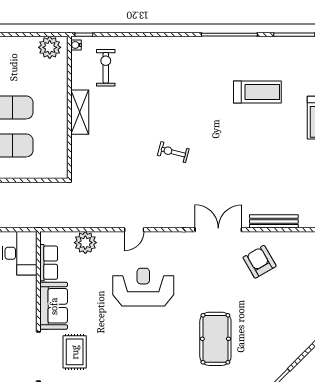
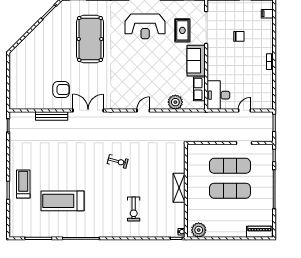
exercise bike: (106, 68) -> (134, 209), moved
treadmill: (257, 92) -> (63, 201), width x1.37, depth x1.38
double door: (218, 230) -> (88, 110), swing flipped
armchair: (260, 262) -> (61, 90), turned -60
reception desk: (143, 287) -> (145, 26), moved
pool table: (215, 339) -> (90, 39), width x1.36, depth x1.32

